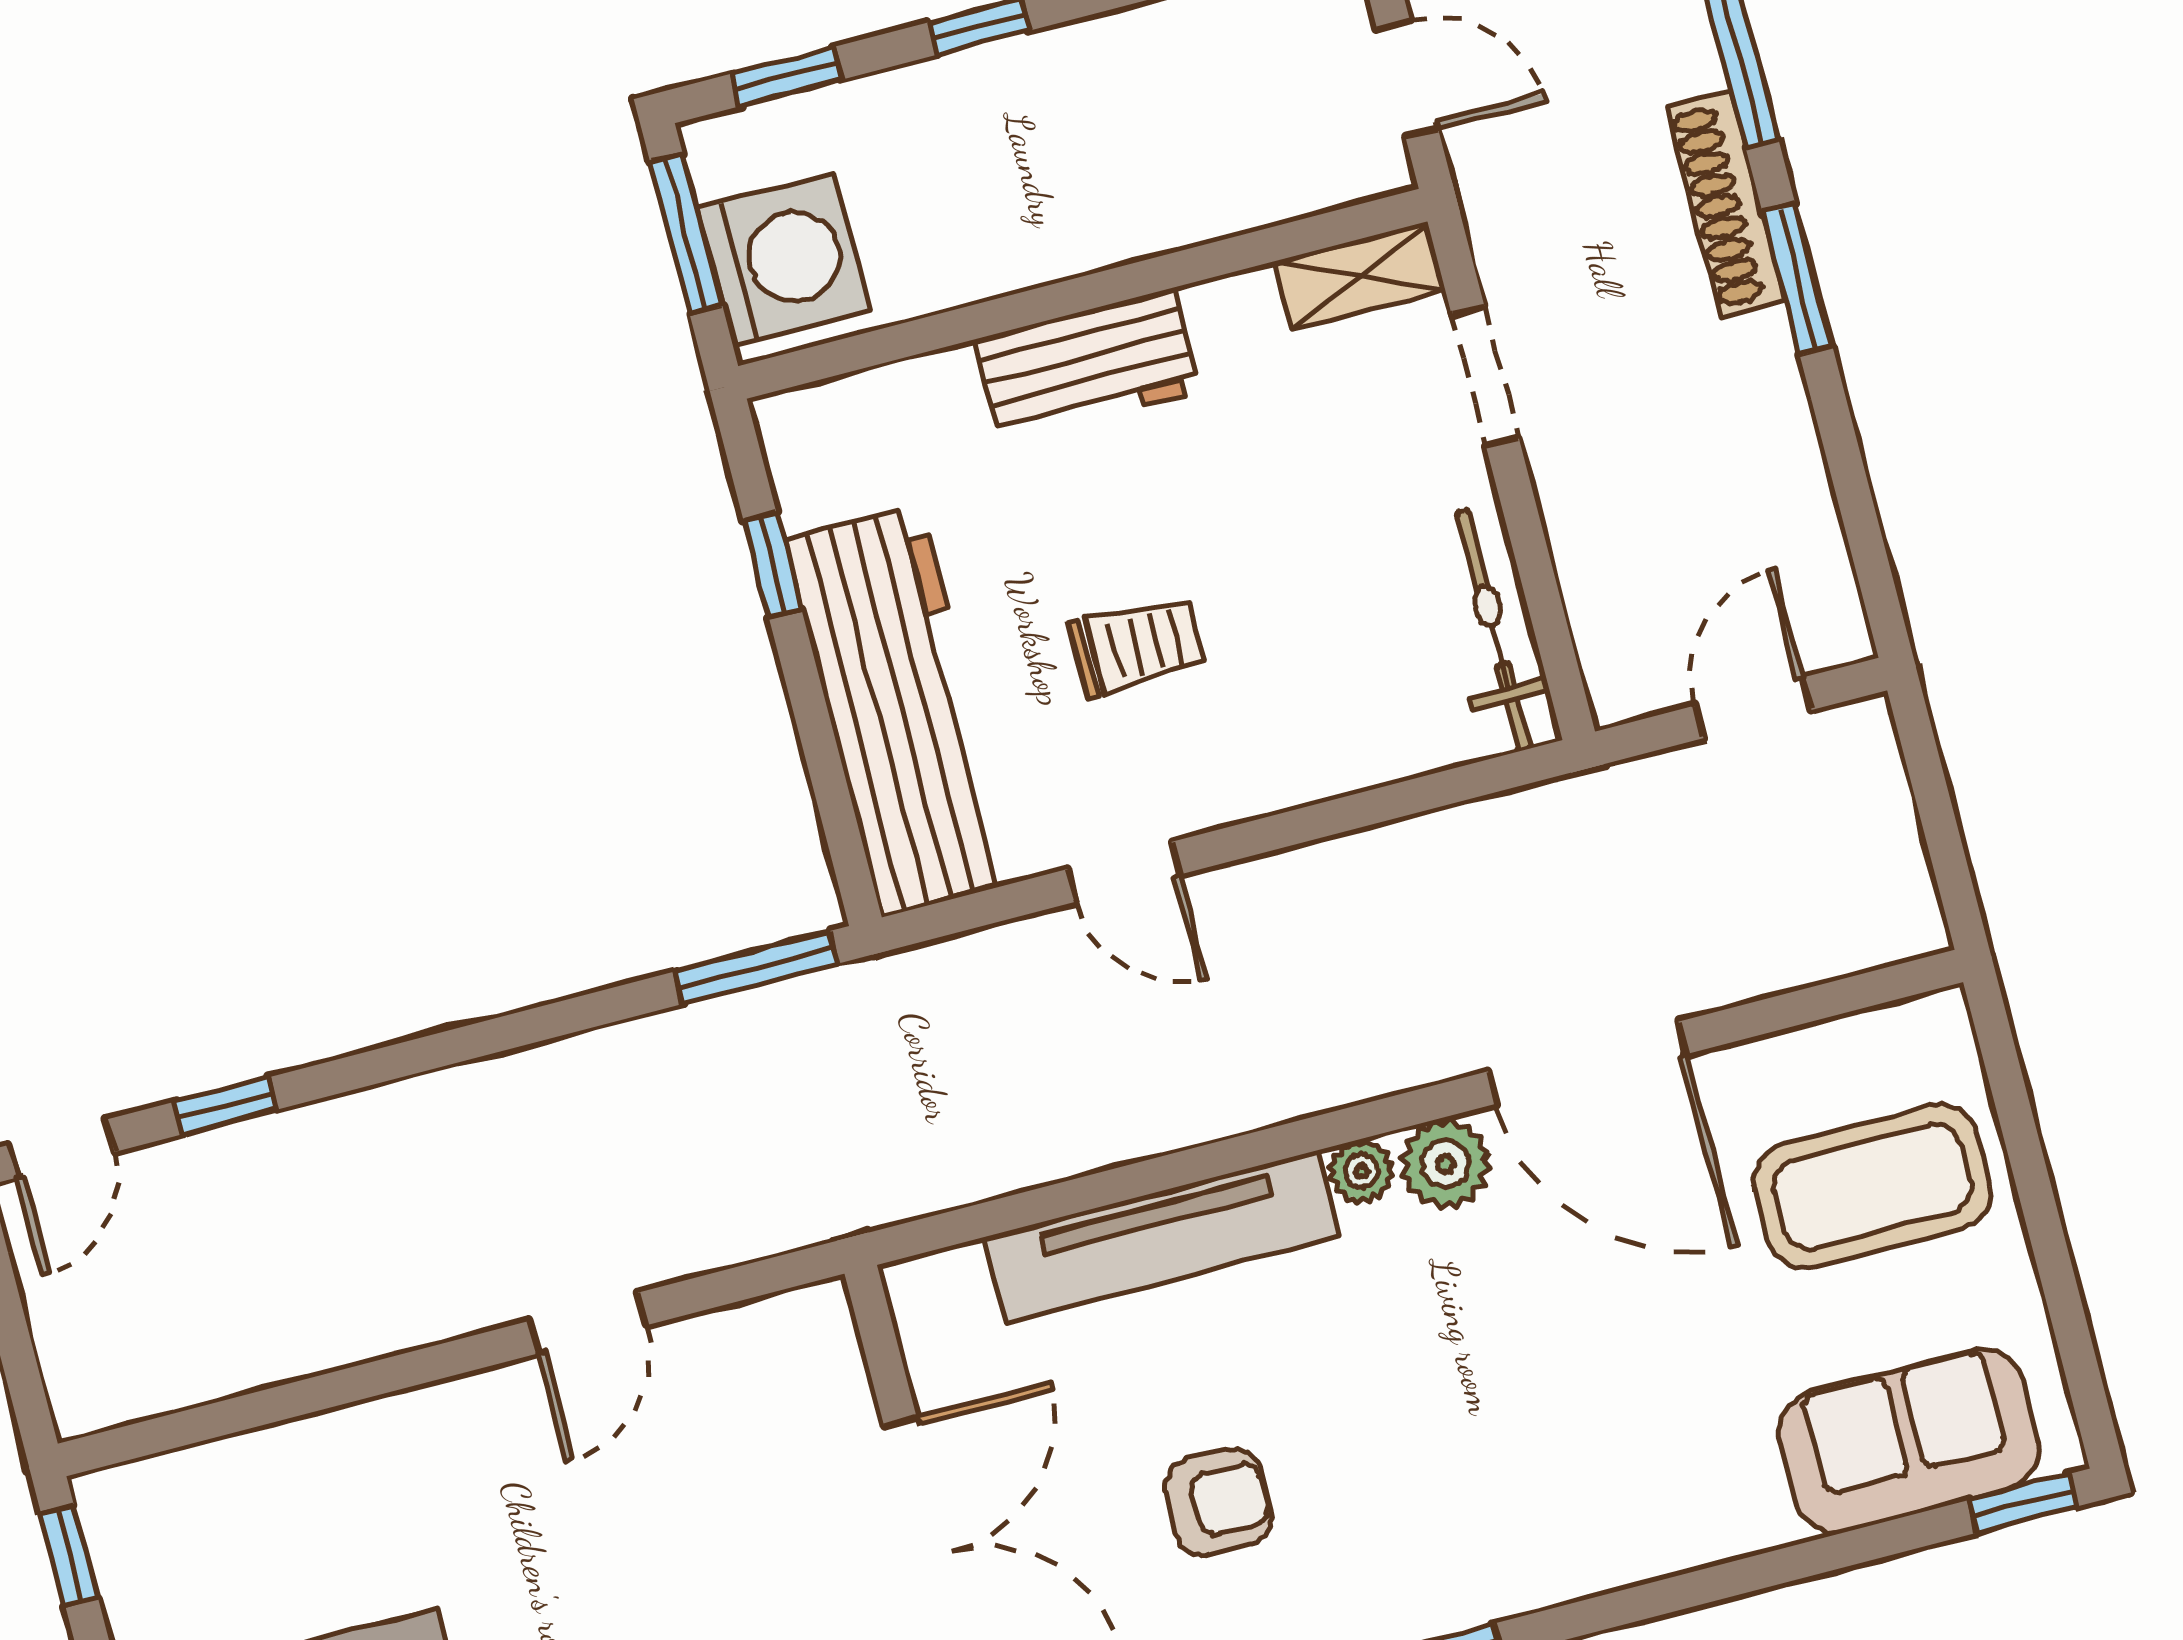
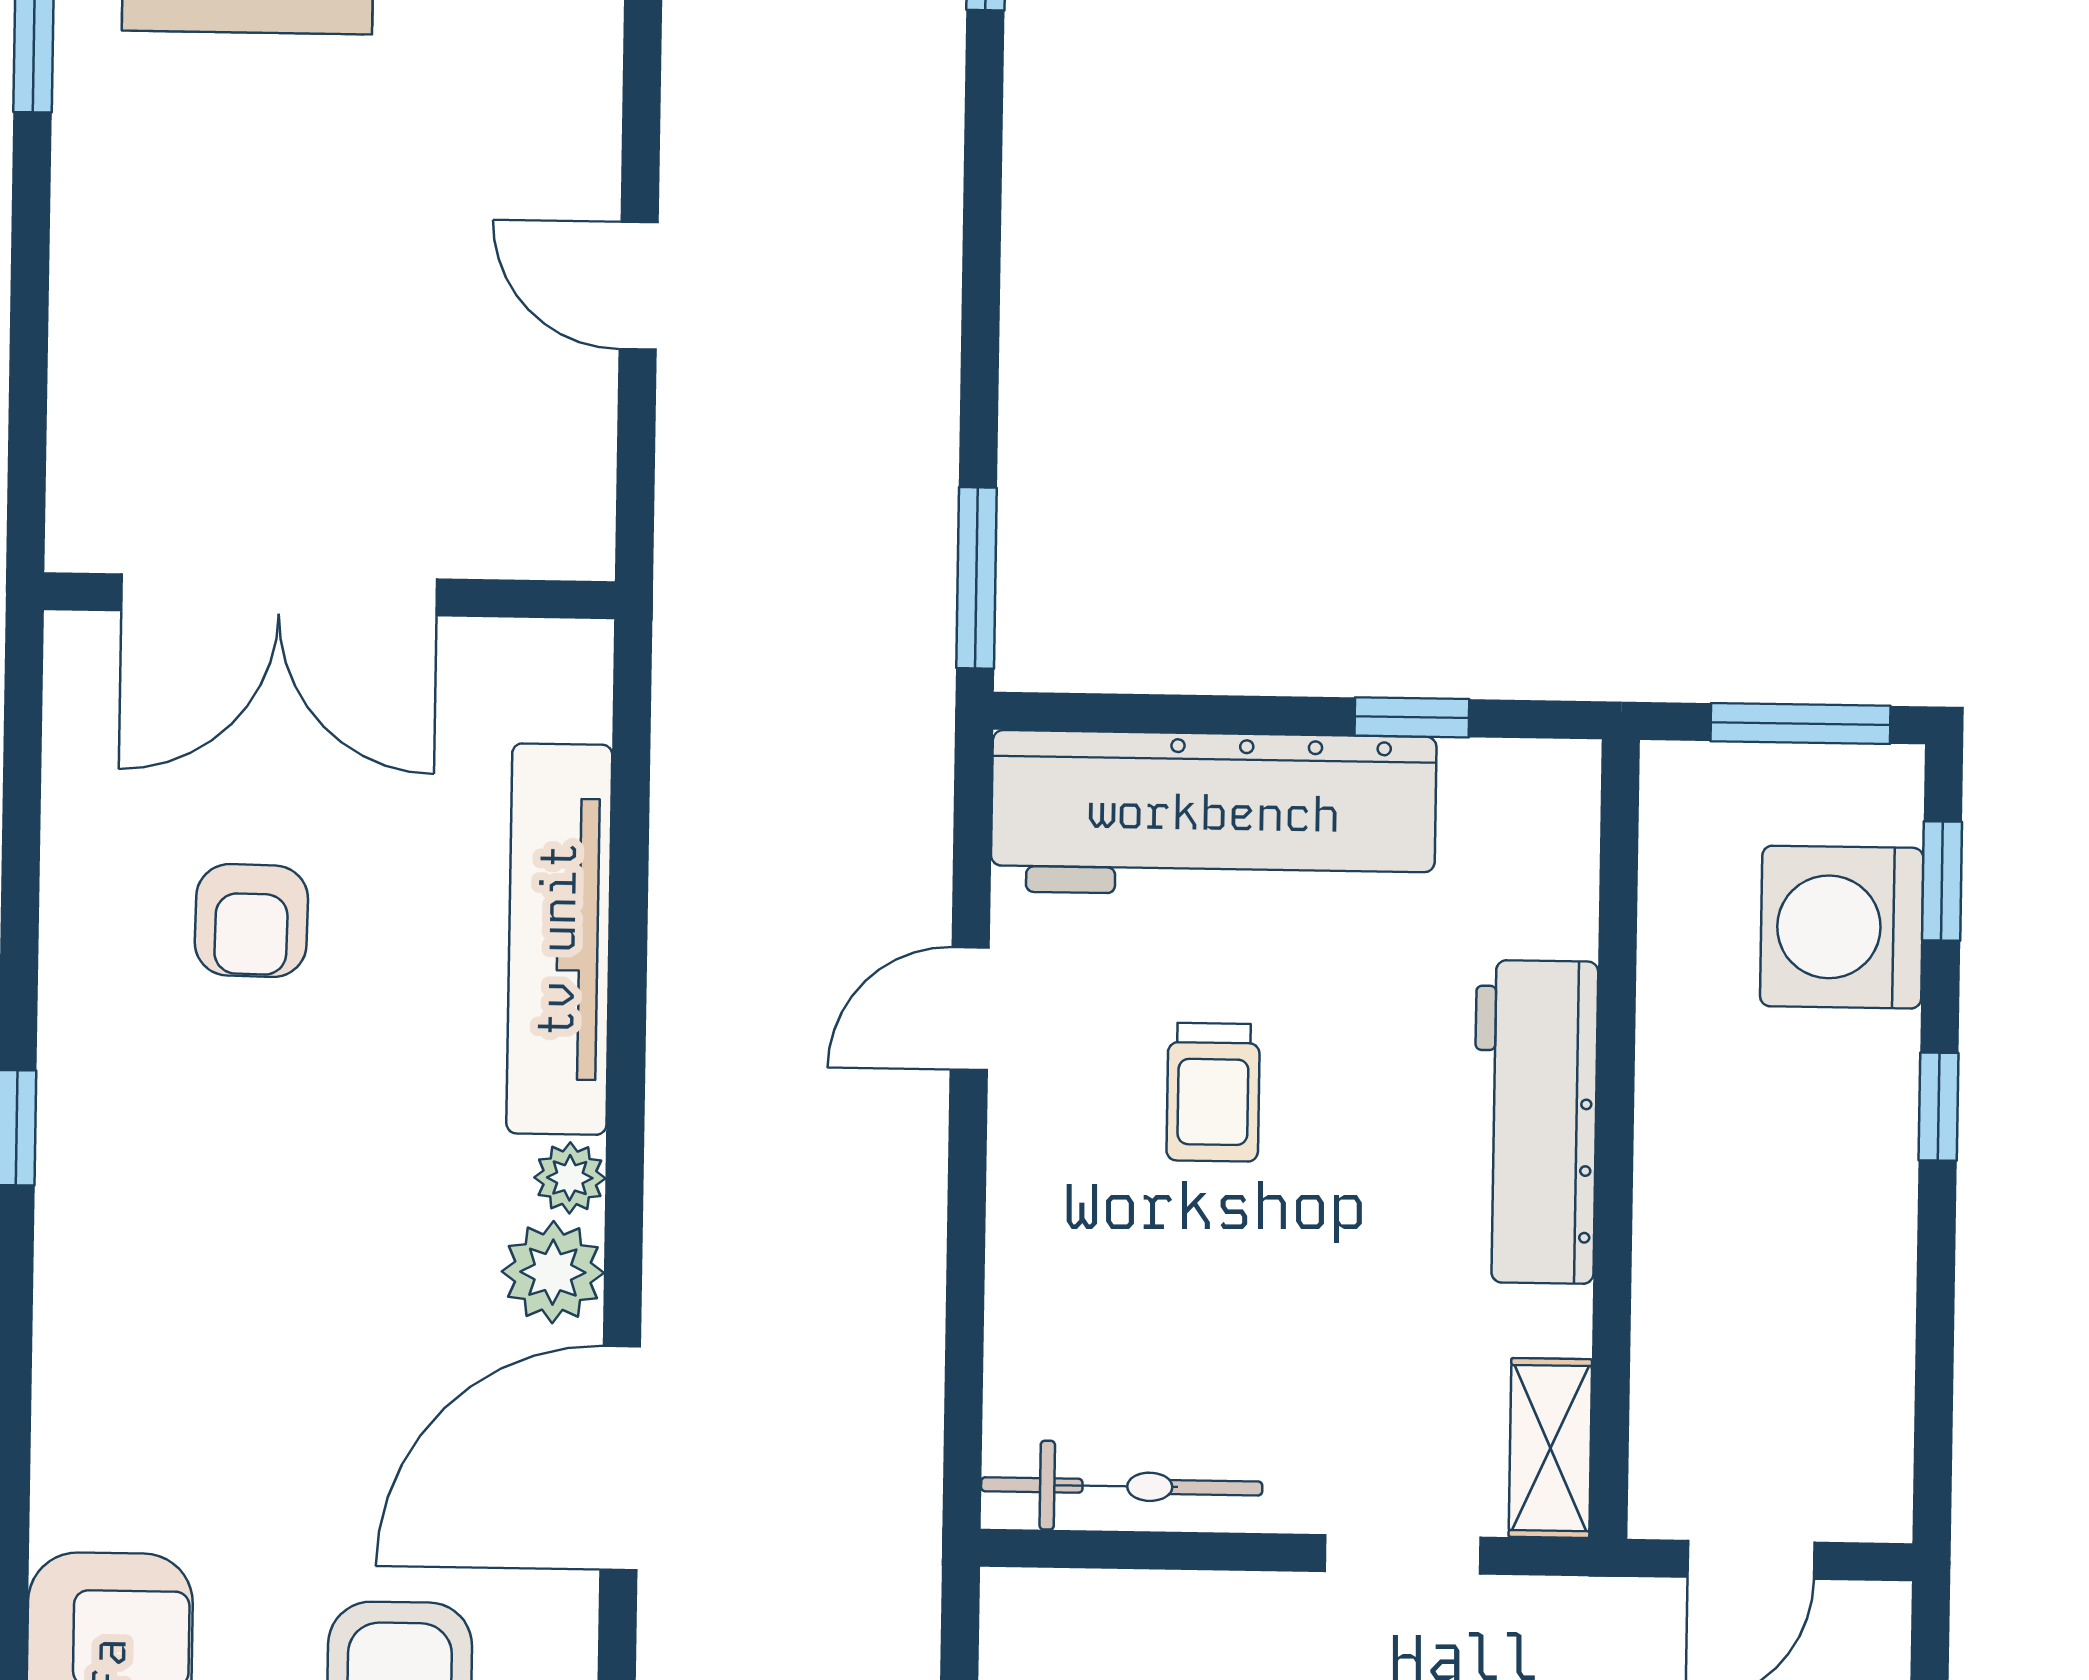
washing machine: (783, 259) -> (1842, 927), moved, turned 90
workbench: (1087, 365) -> (1535, 1122), width x1.38

